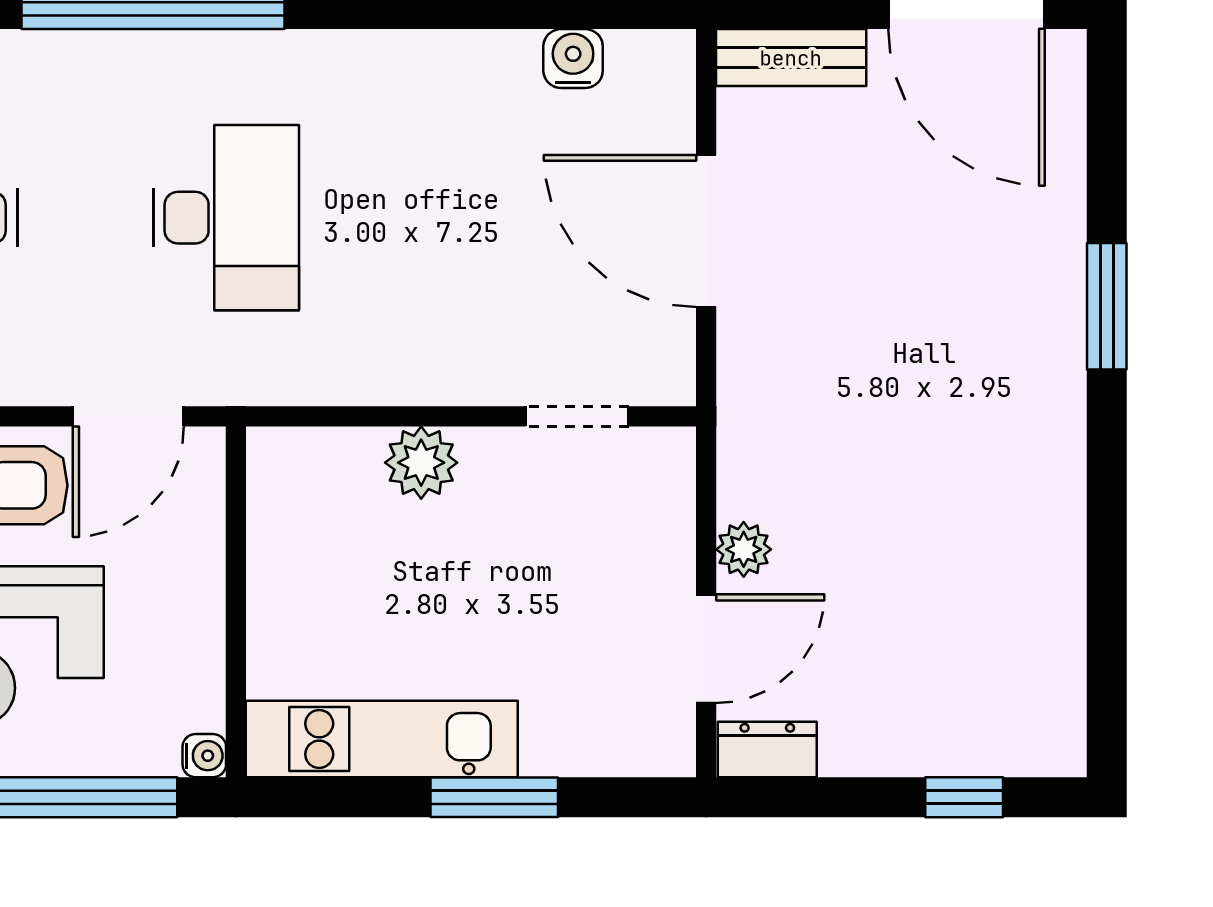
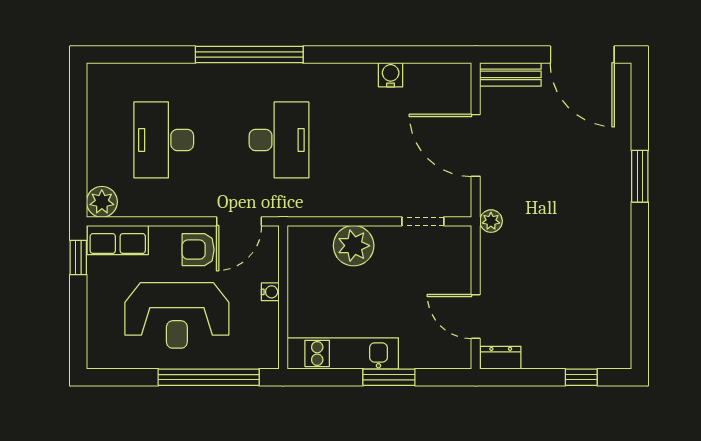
water cooler: (573, 59) -> (391, 75), moved
plant: (421, 463) -> (354, 246), width x1.36, depth x1.36
plant: (744, 549) -> (491, 221), moved
door: (706, 649) -> (476, 316), swing flipped
water cooler: (204, 756) -> (270, 292), moved

